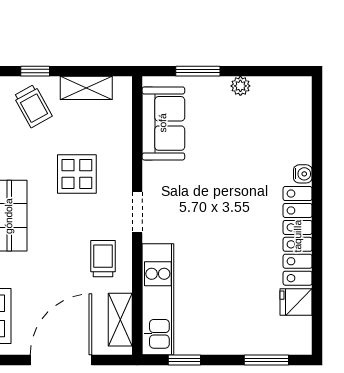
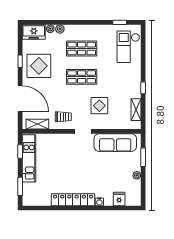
trolley: (33, 106) -> (128, 87), removed
sofa: (163, 123) -> (115, 143), width x1.36
kitchen unit: (158, 299) -> (29, 158), moved, turned -90
fridge: (296, 302) -> (119, 199), moved

